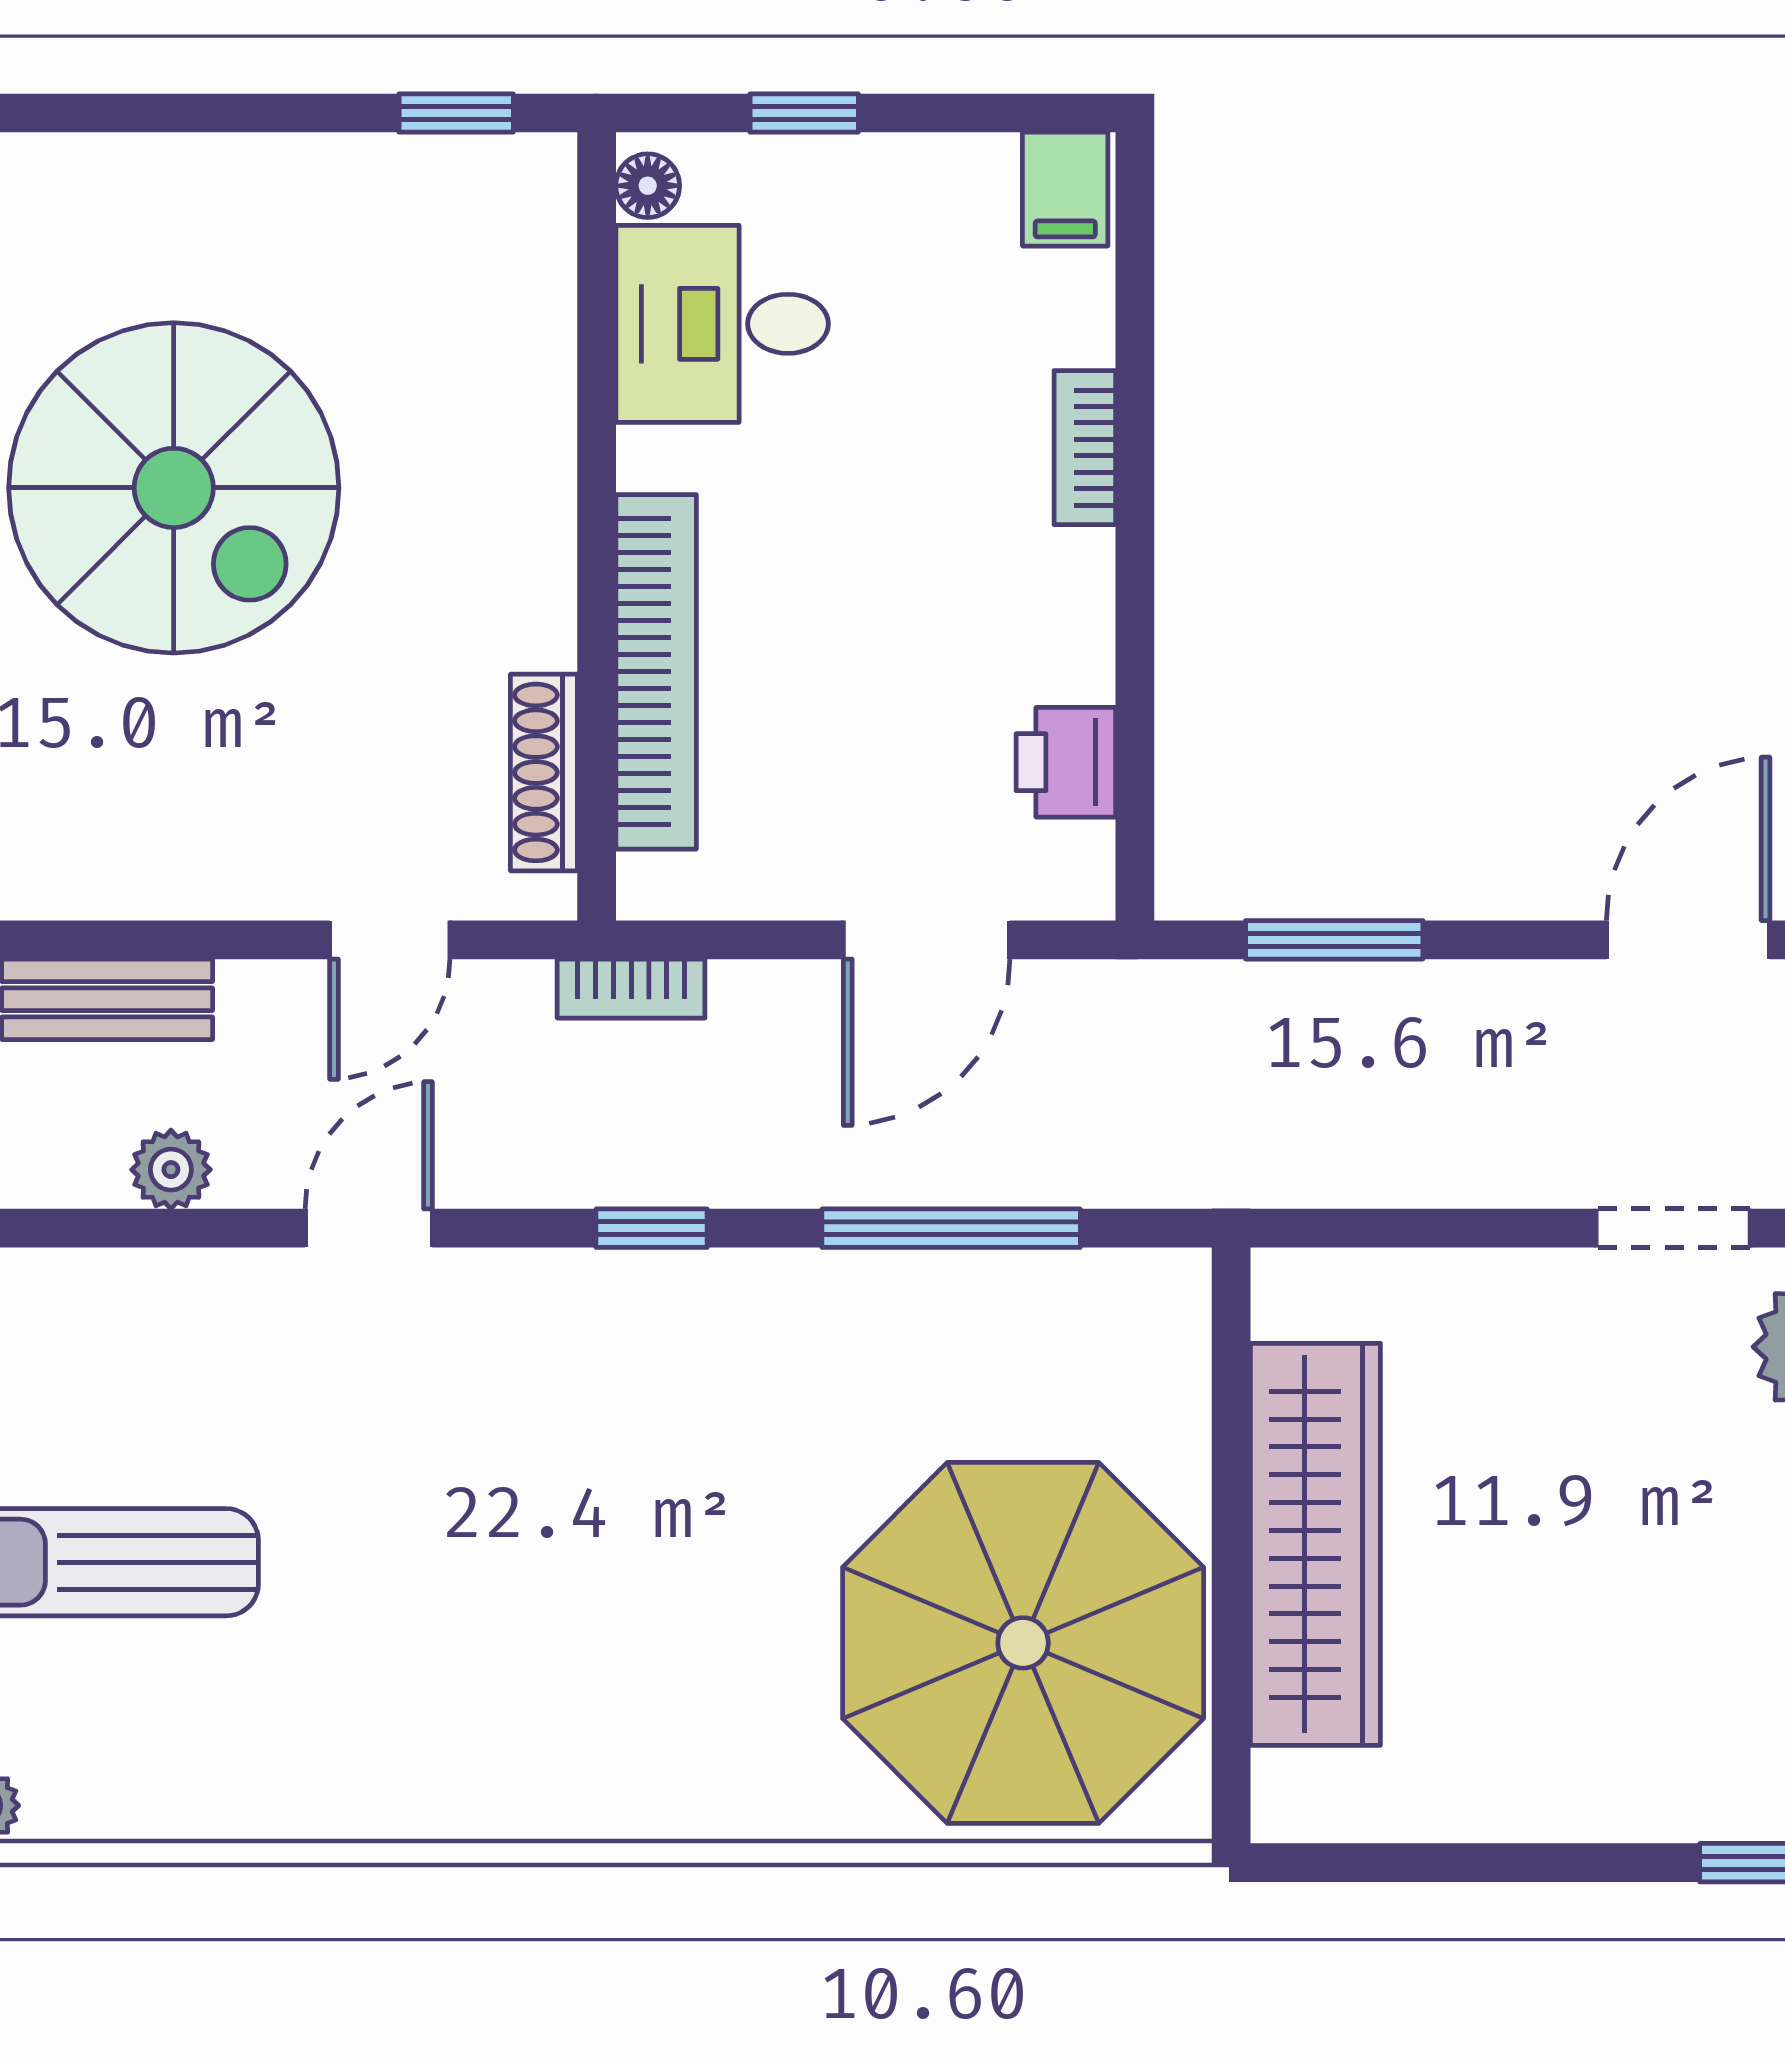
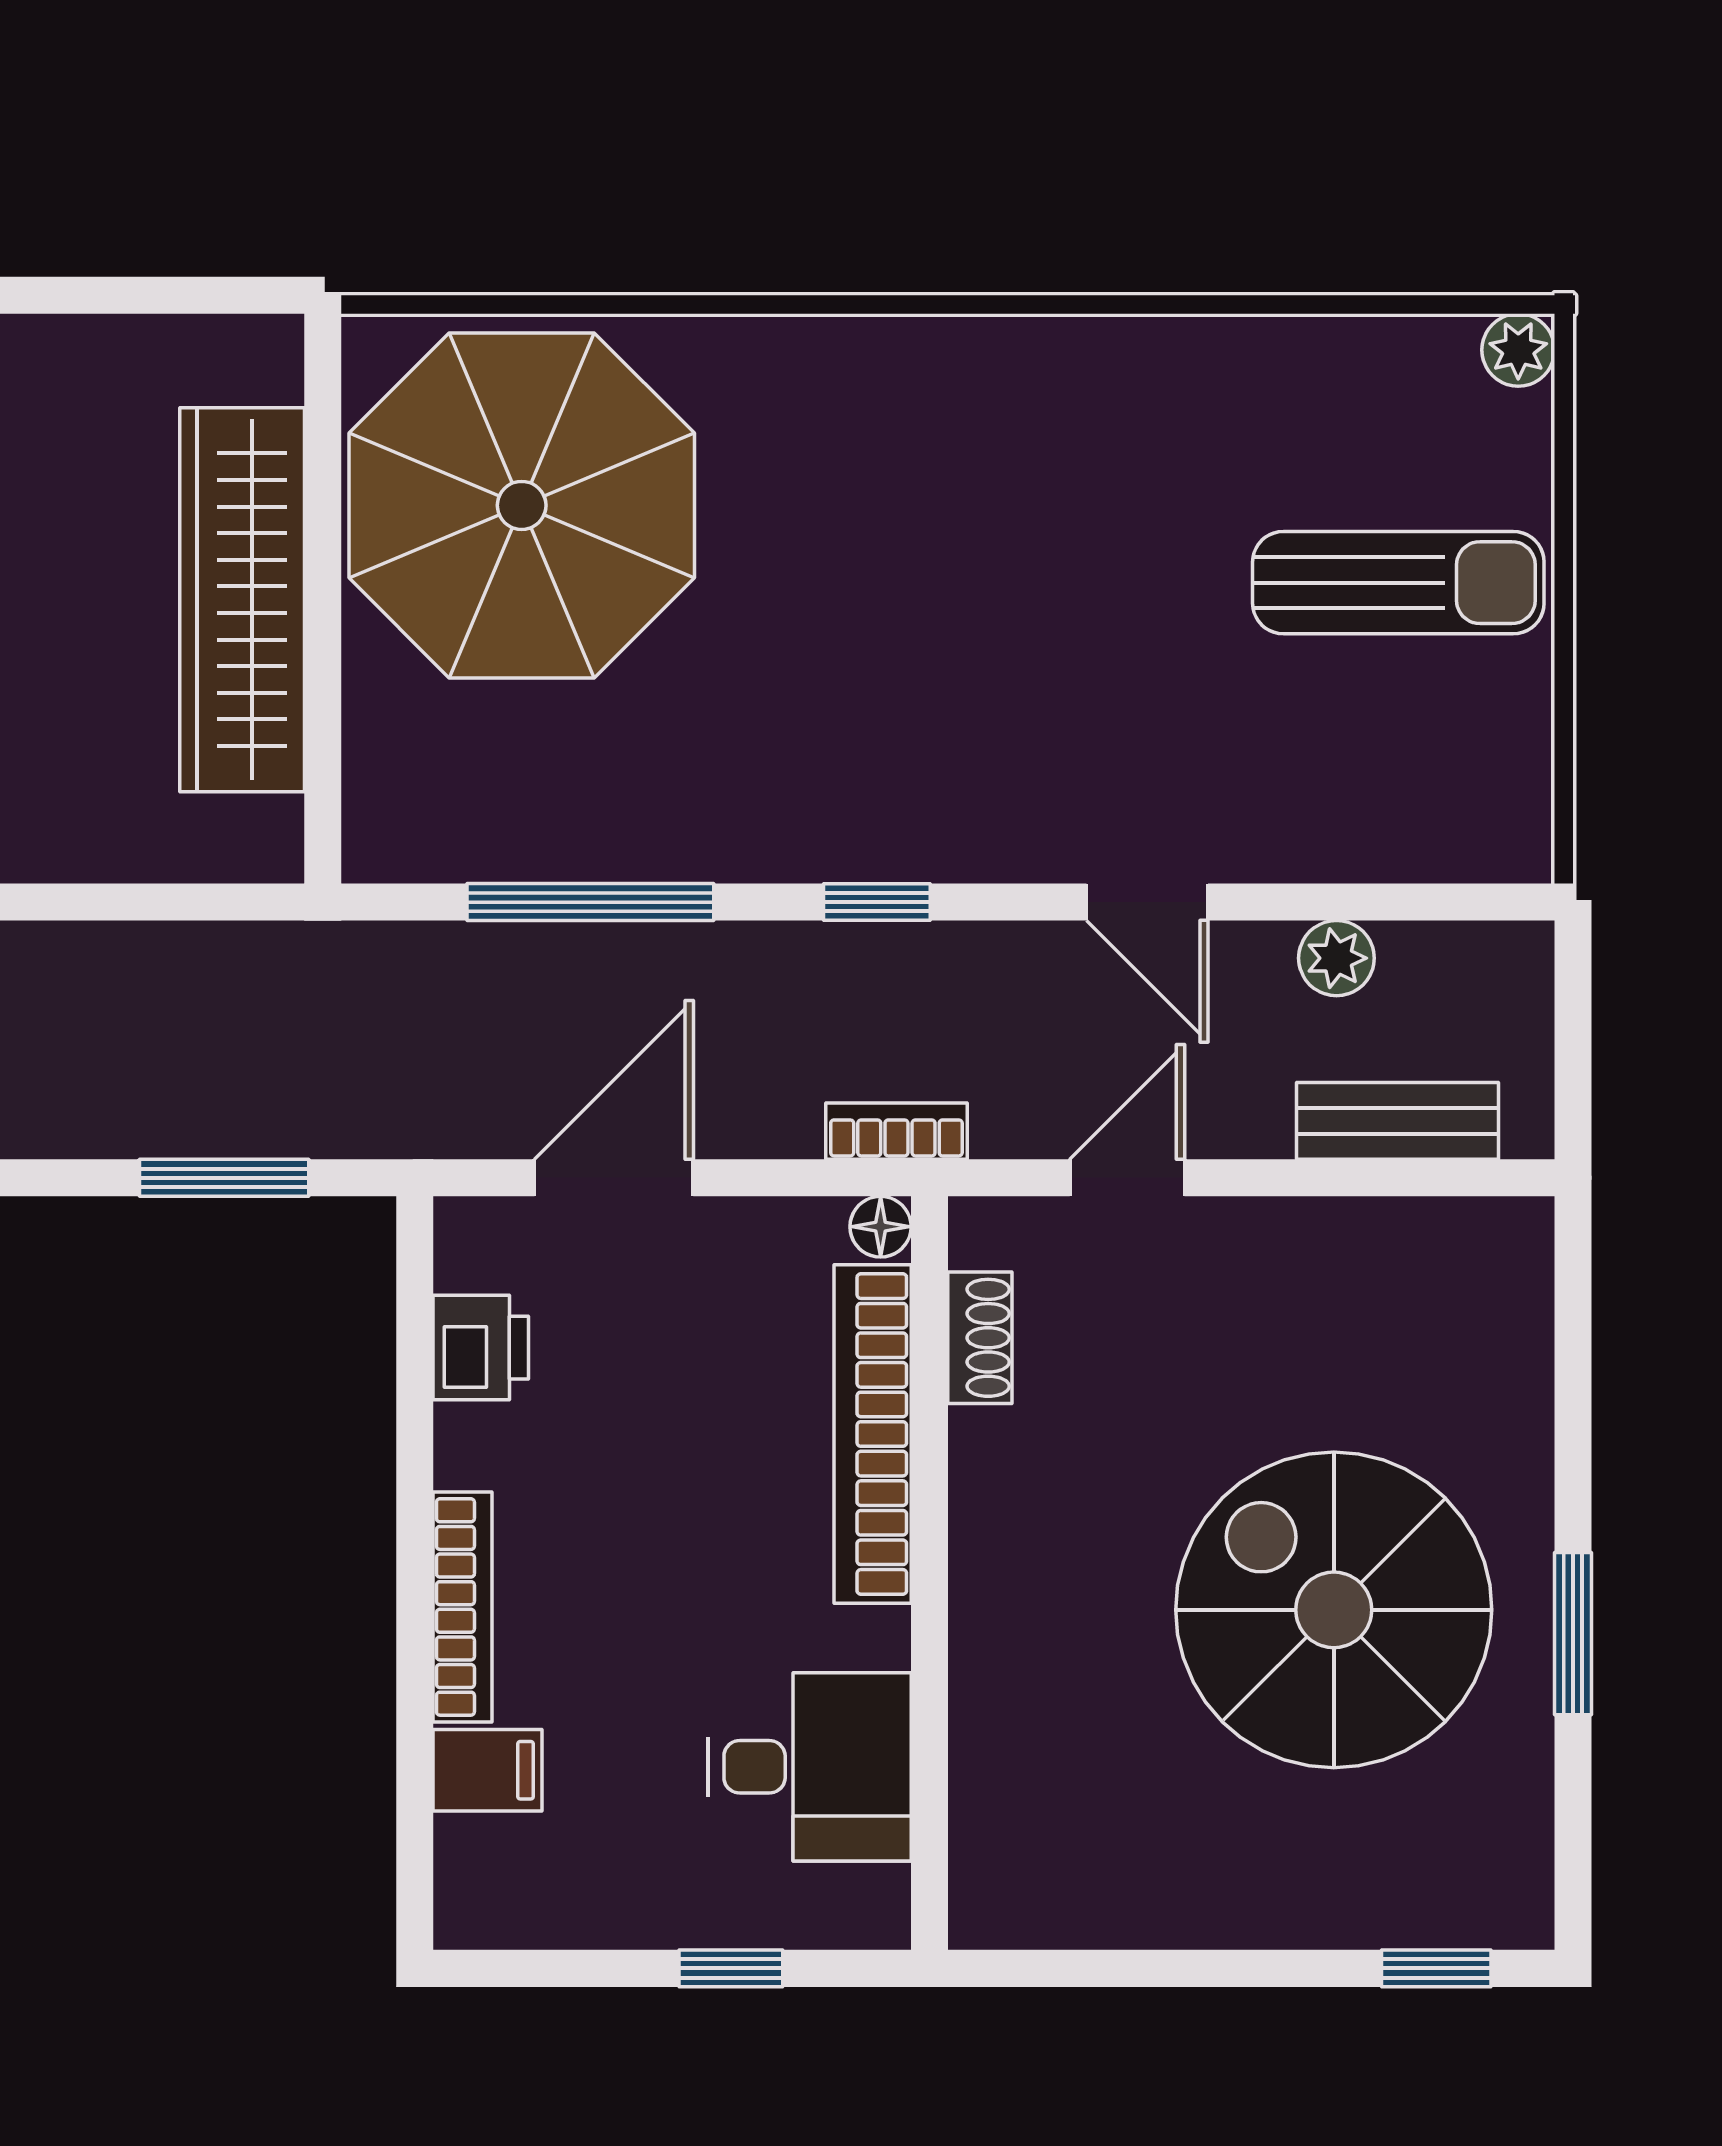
window: (456, 113) -> (1436, 1968), moved
floor lamp: (648, 186) -> (881, 1227), moved
filing cabinet: (1065, 189) -> (487, 1770), moved, turned 90
bookcase: (1085, 448) -> (462, 1607), width x1.56
shoe rack: (544, 772) -> (980, 1338), width x0.70
door: (369, 1228) -> (1147, 902), hinge flipped

